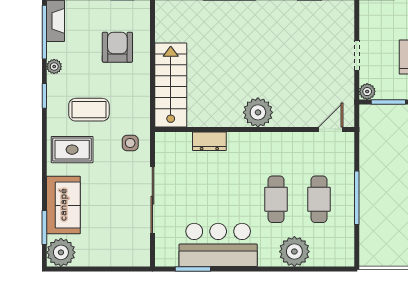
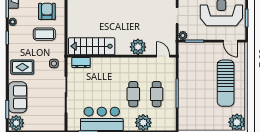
stairs: (171, 85) -> (92, 46), moved, turned -90
coffee table: (89, 110) -> (44, 34), moved
plant: (258, 112) -> (138, 47), moved
door: (331, 129) -> (163, 56), hinge flipped
dresser: (209, 141) -> (81, 63), moved

